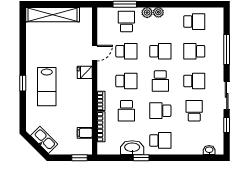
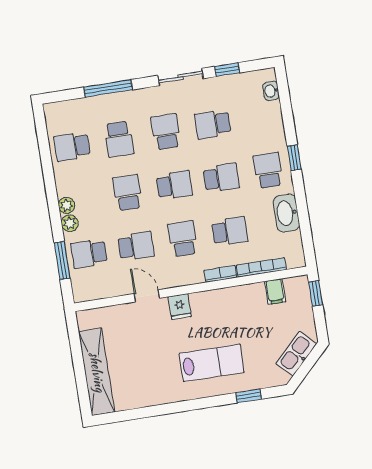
school desk: (194, 22) -> (72, 147), turned -90
school desk: (126, 51) -> (136, 246), turned 90
window: (23, 83) -> (249, 396), moved
school desk: (160, 111) -> (221, 178), turned -90
window: (141, 158) -> (294, 158), moved

